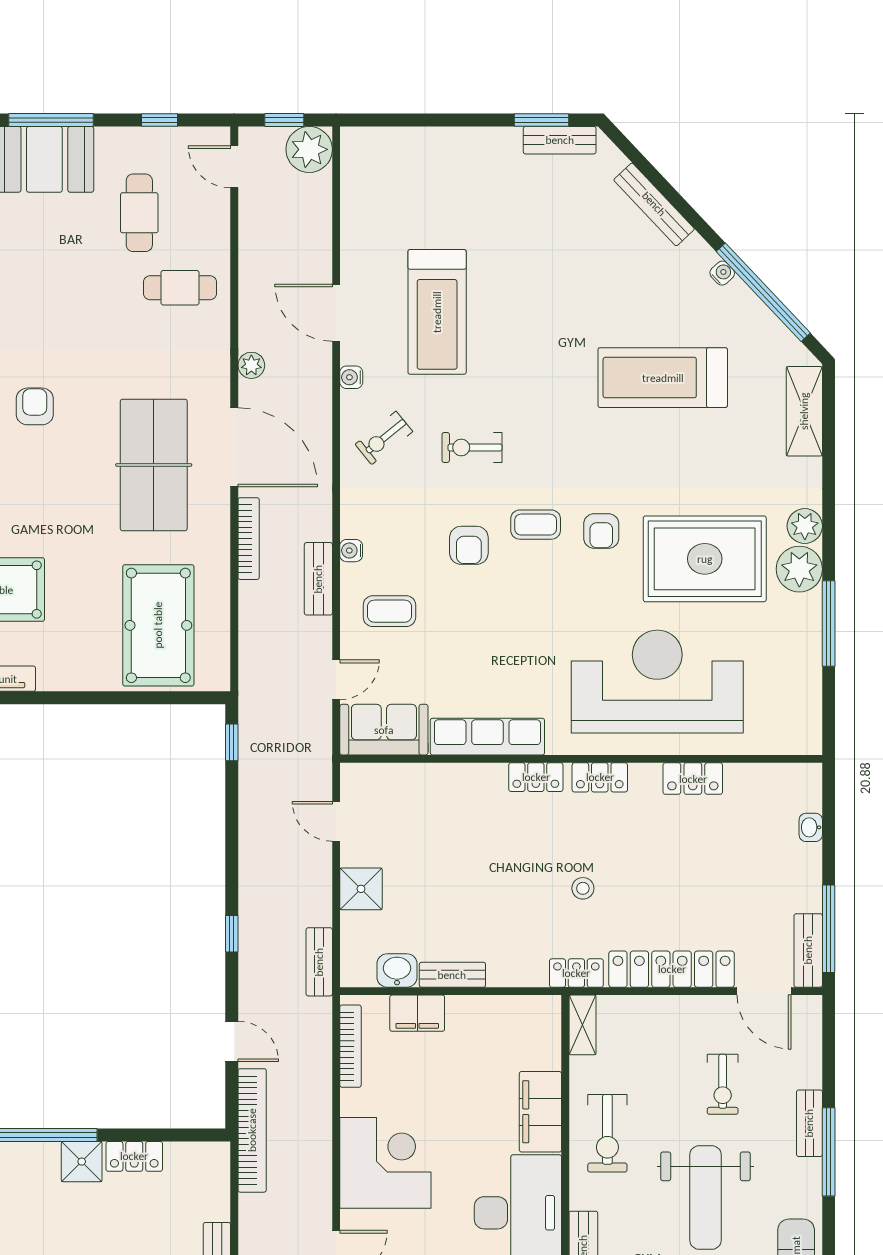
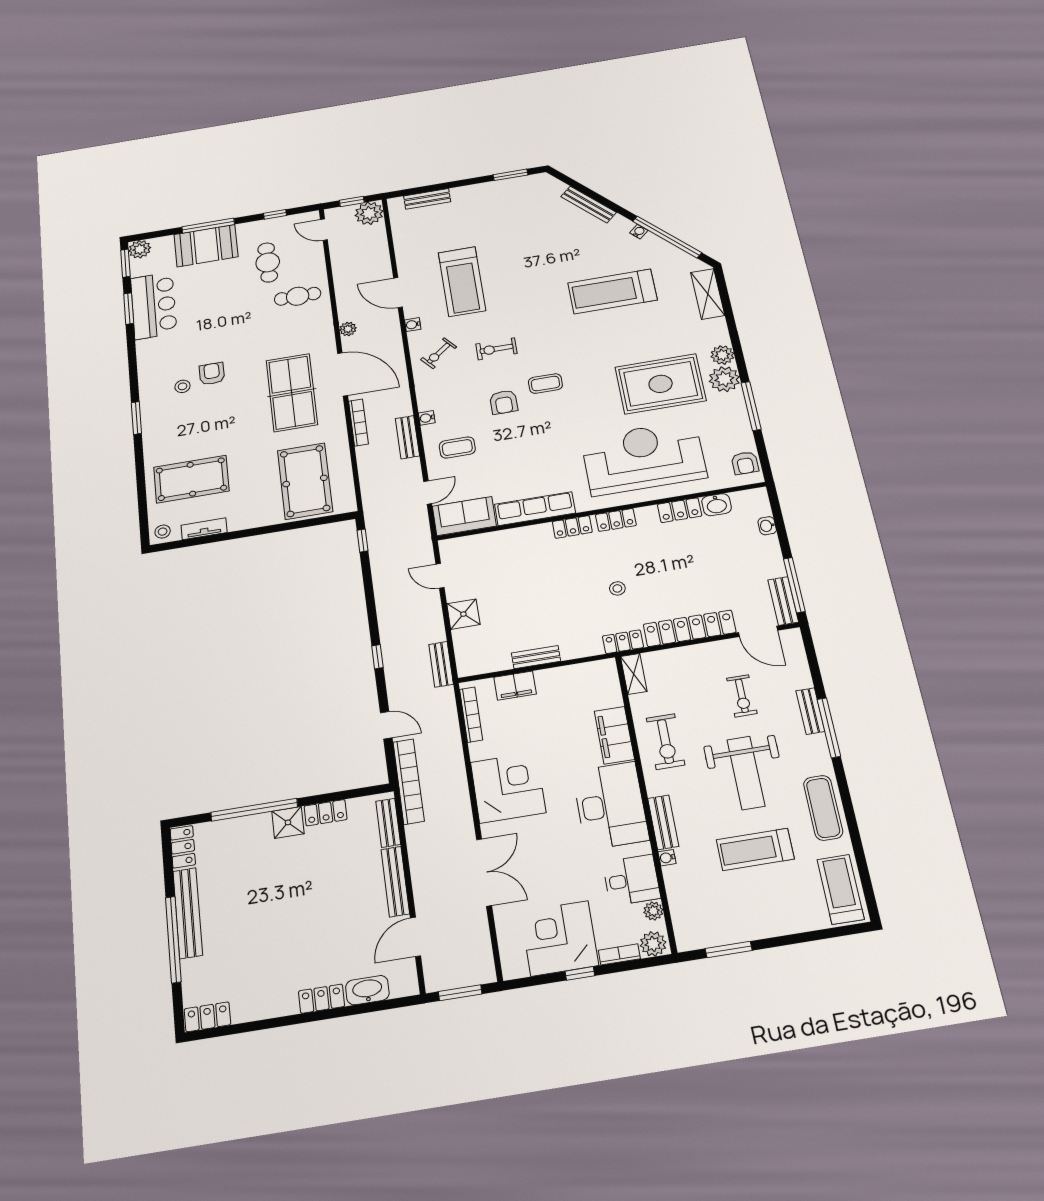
bench: (560, 140) -> (427, 199), moved
armchair: (601, 531) -> (745, 463), moved
washbasin: (397, 970) -> (717, 505), moved, turned 180
bench: (217, 1186) -> (388, 823), added

